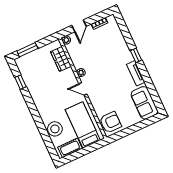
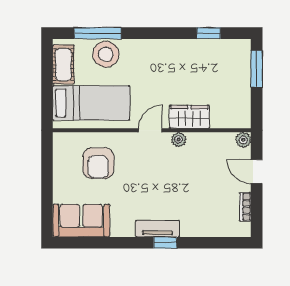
wardrobe: (61, 59) -> (189, 117), moved
tv unit: (136, 73) -> (158, 229), moved
armchair: (110, 122) -> (98, 163), moved
window: (46, 138) -> (98, 33), added

